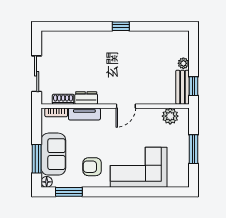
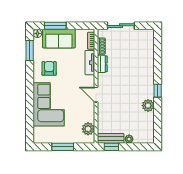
plant: (140, 39) -> (148, 106), added

